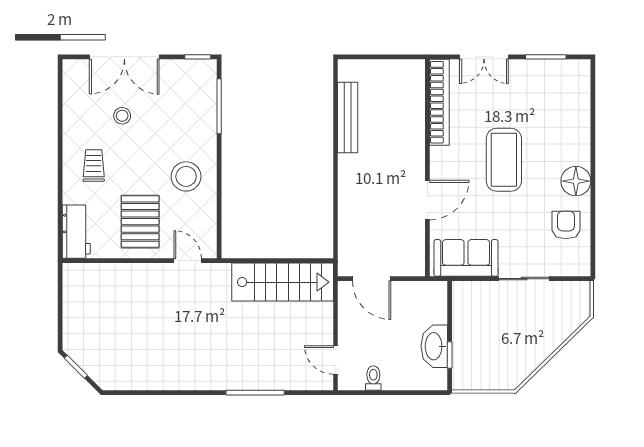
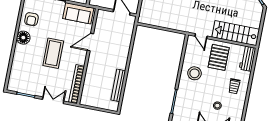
stairs: (283, 282) -> (236, 33), moved

